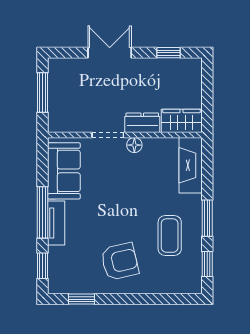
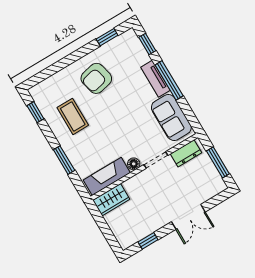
dresser: (142, 123) -> (186, 153), moved
fireplace: (191, 165) -> (107, 176), moved, turned -90
window: (207, 218) -> (64, 160), moved

